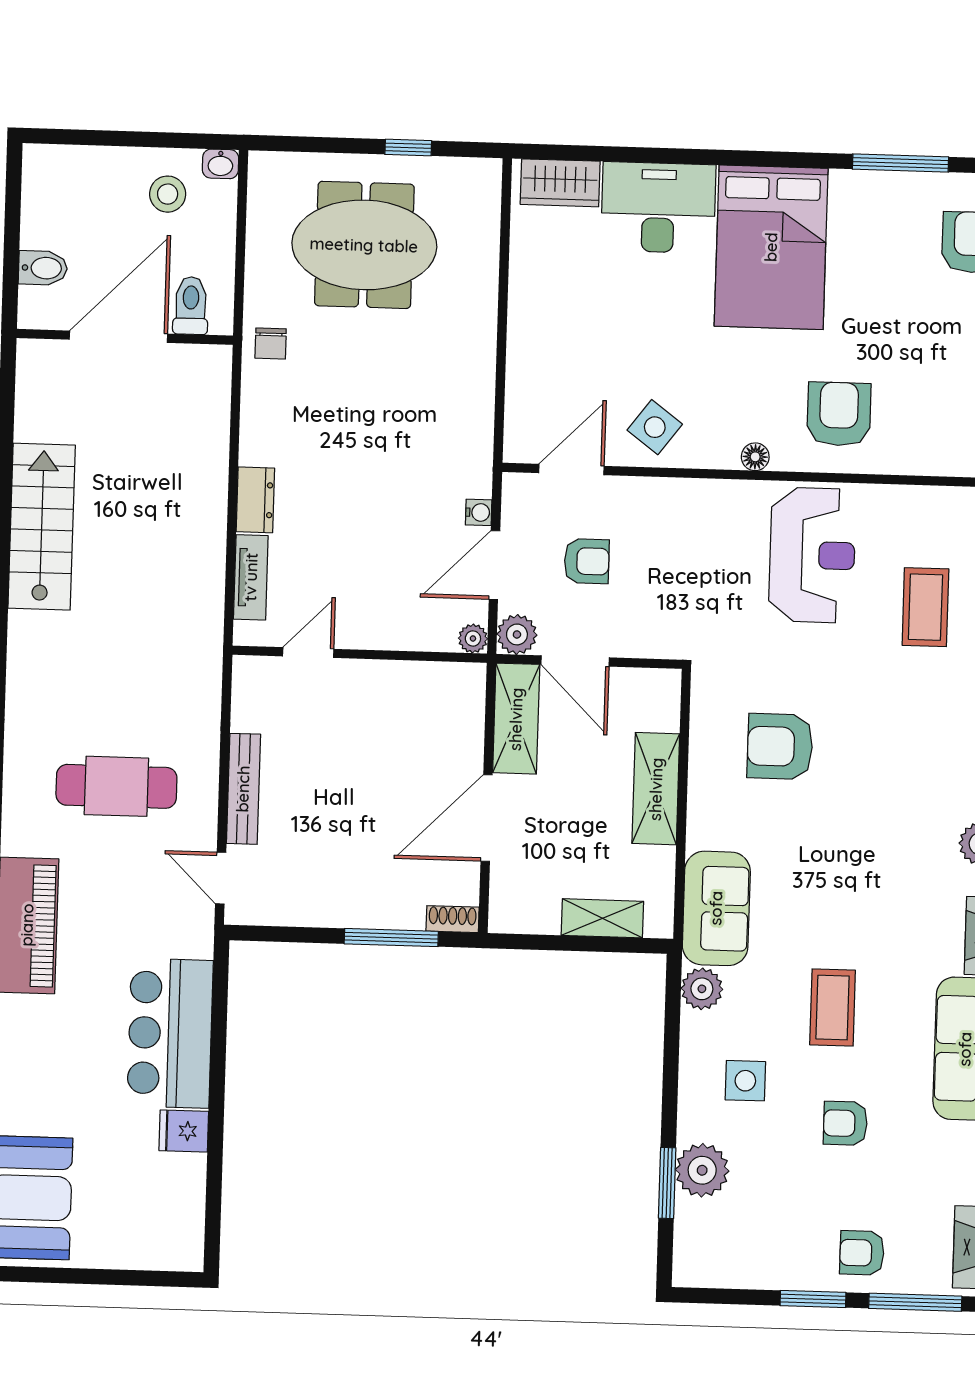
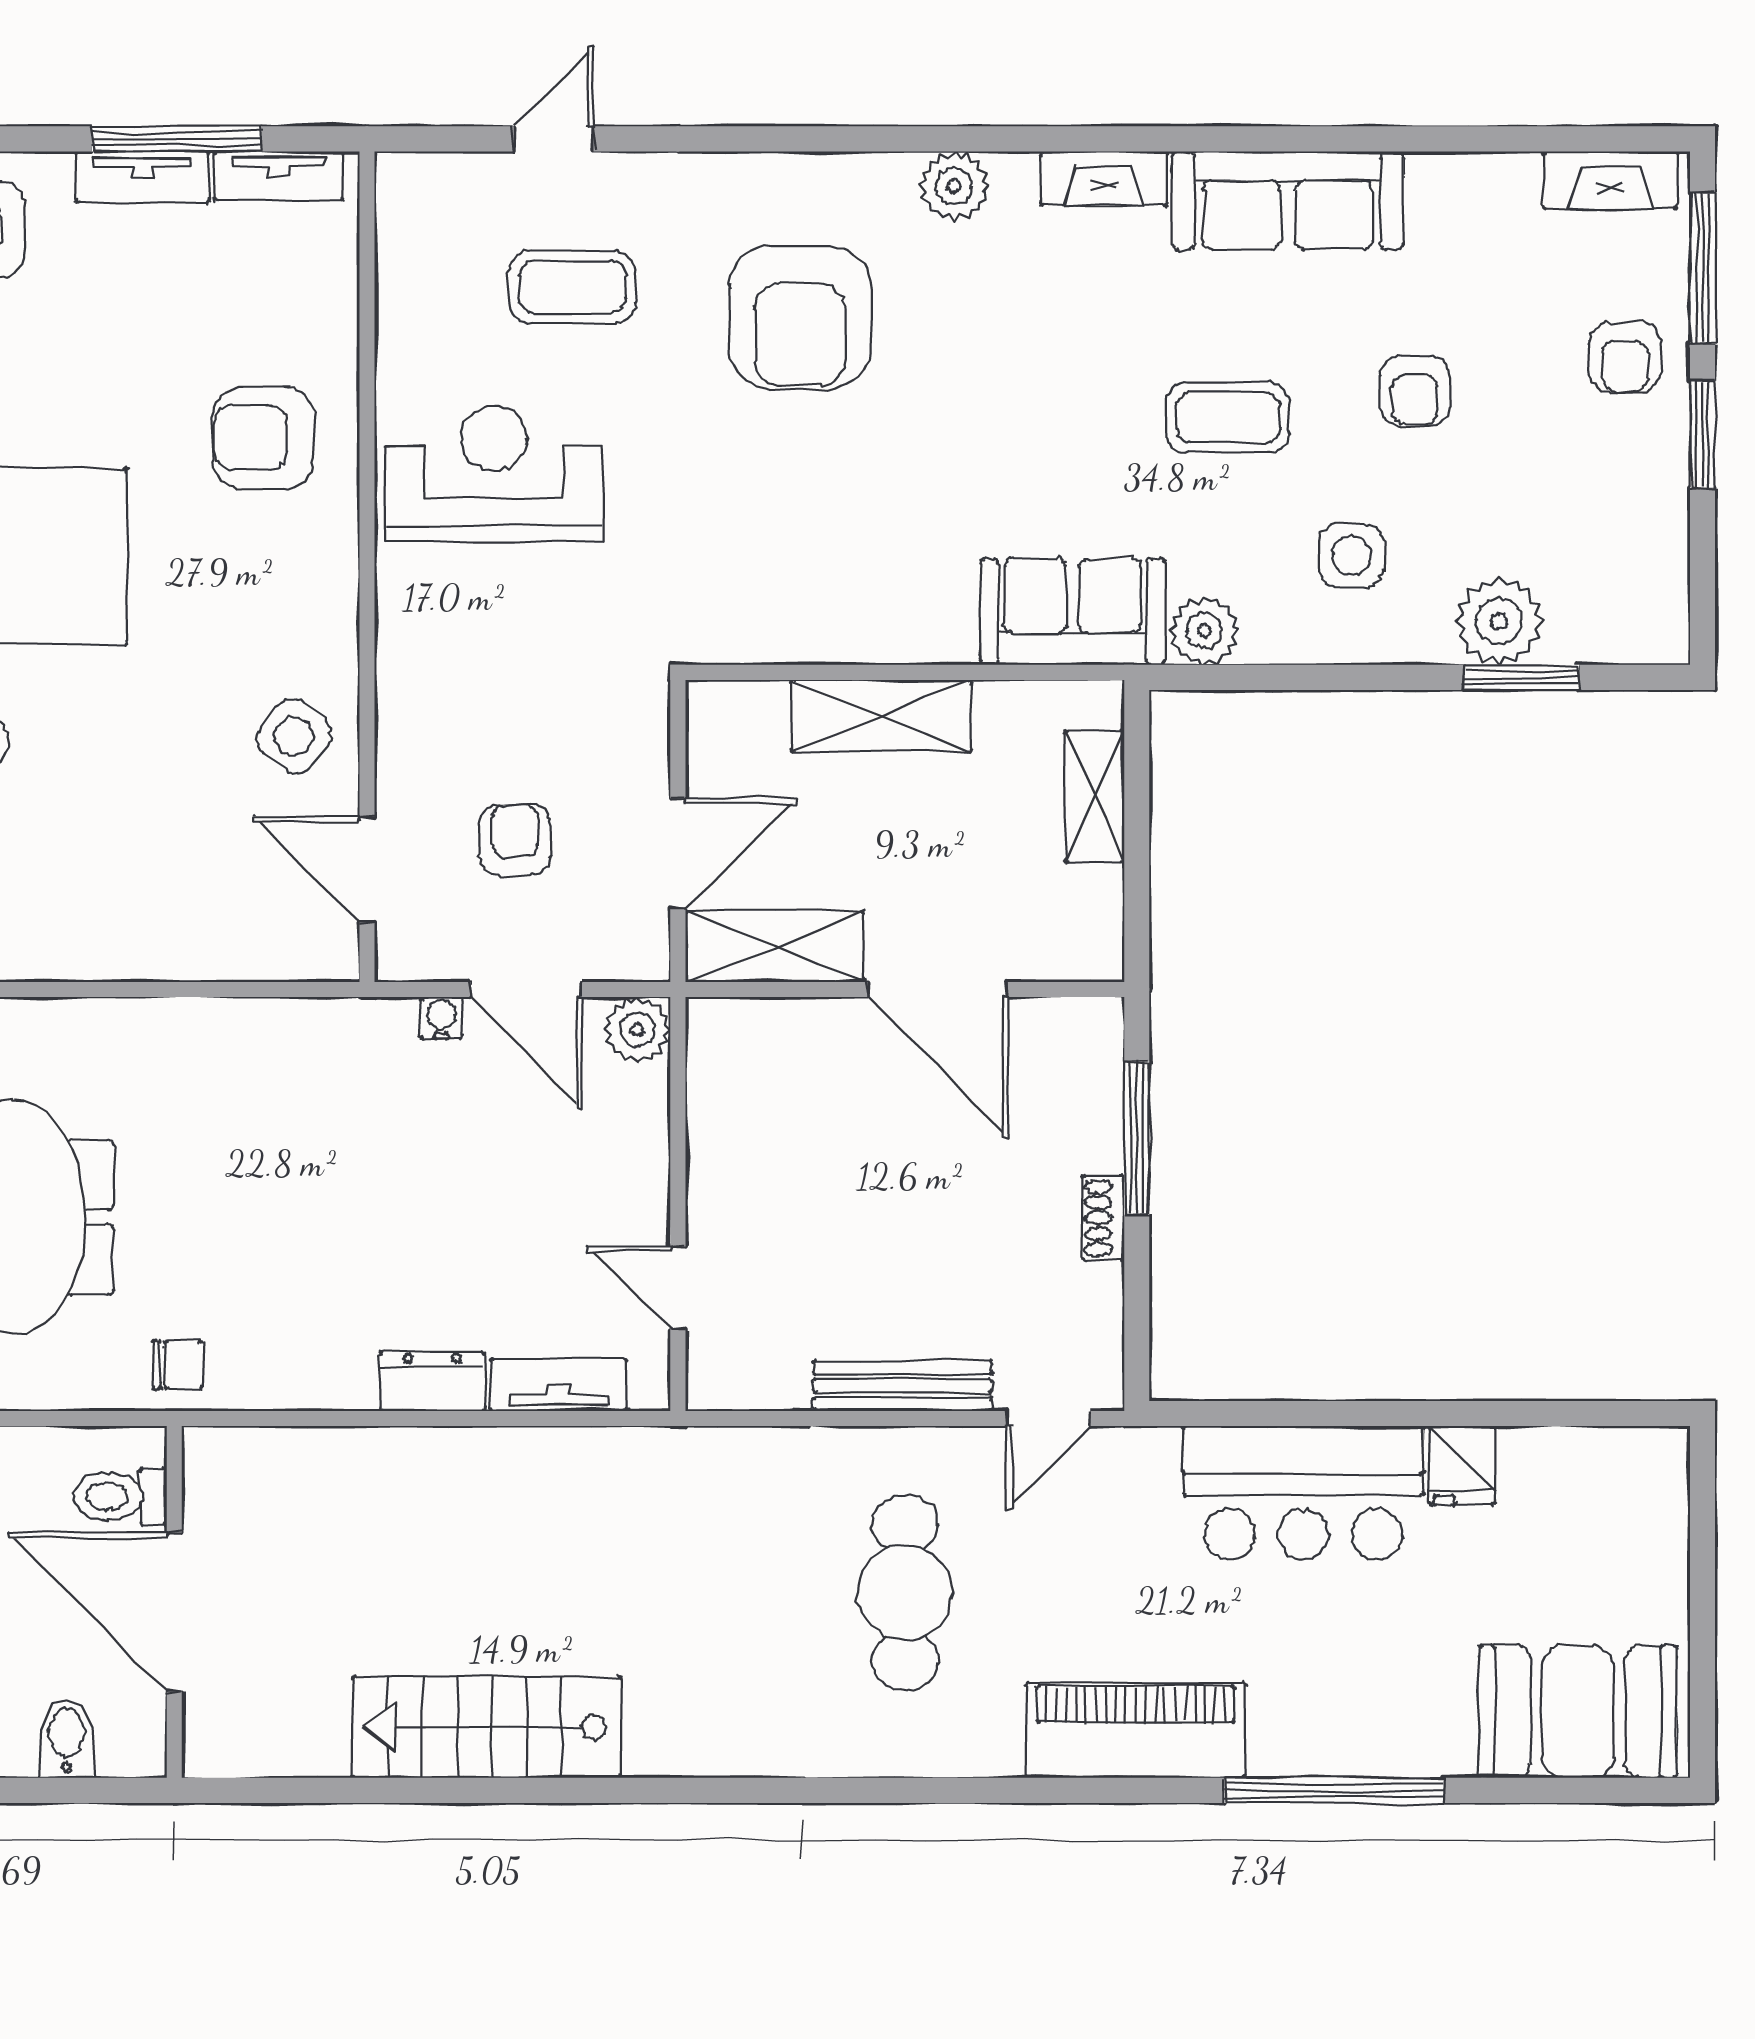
floor lamp: (755, 457) -> (337, 571), removed
plant: (517, 634) -> (638, 949), removed
plant: (473, 639) -> (638, 1030), width x1.38, depth x1.38
armchair: (780, 746) -> (800, 317), moved, width x1.36, depth x1.36
shoe rack: (453, 919) -> (1104, 1218), moved

